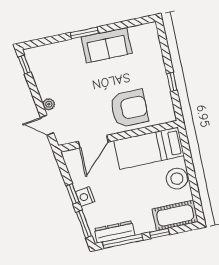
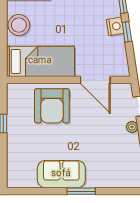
armchair: (129, 108) -> (52, 106), turned -90
door: (93, 142) -> (95, 80), swing flipped

